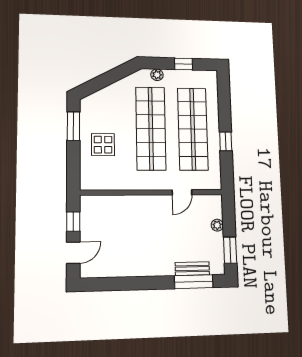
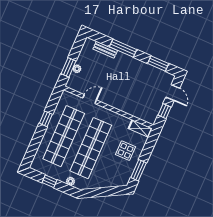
shelving: (96, 183) -> (140, 128), added
window: (230, 250) -> (69, 67), moved
door: (73, 253) -> (173, 93), swing flipped
window: (194, 282) -> (123, 48), moved
window: (112, 284) -> (158, 64), added

